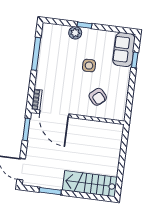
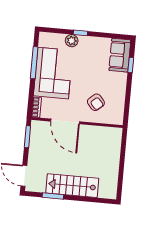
corner sofa: (55, 65) -> (53, 73), added
side table: (89, 66) -> (86, 72), removed
door: (54, 114) -> (65, 121), moved
stairs: (90, 184) -> (72, 186), moved

